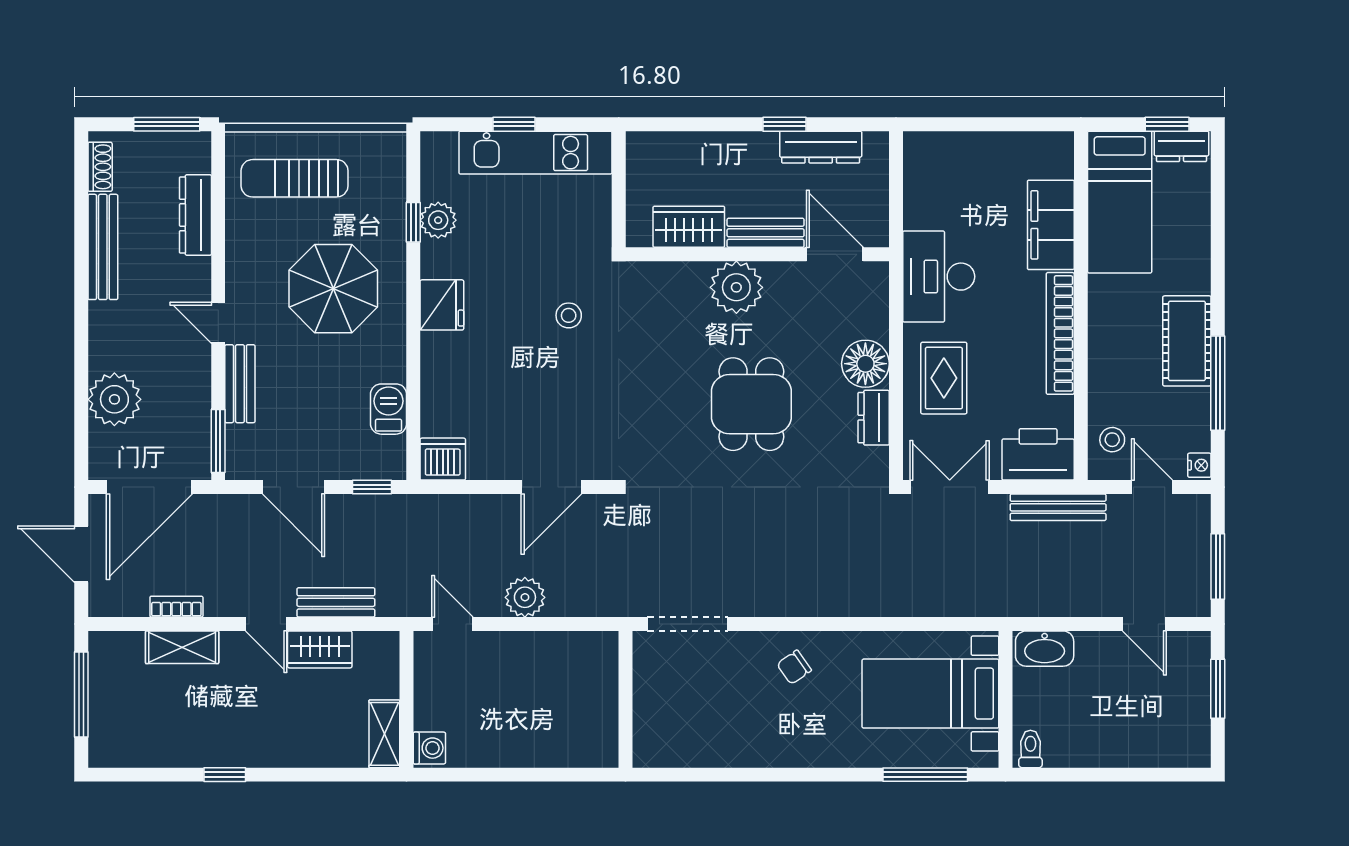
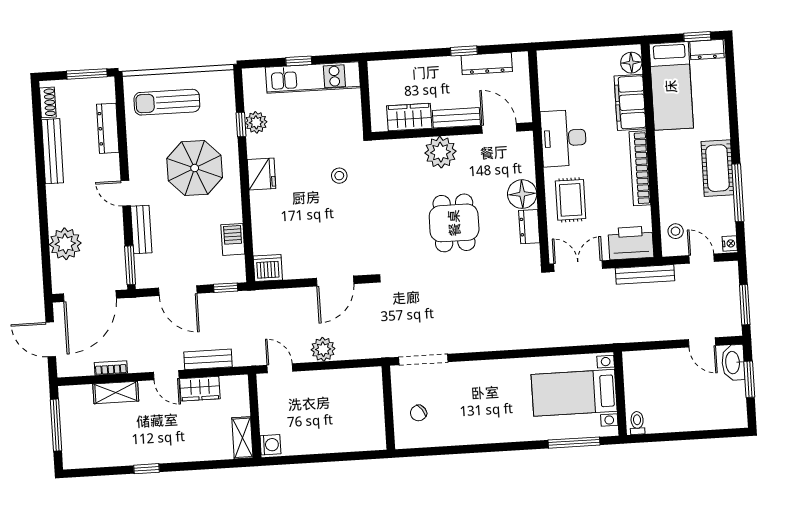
floor lamp: (1057, 160) -> (631, 63), added
washbasin: (1045, 649) -> (733, 363), moved, turned 90
chair: (794, 667) -> (419, 413), moved

